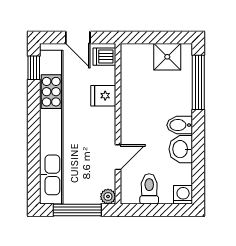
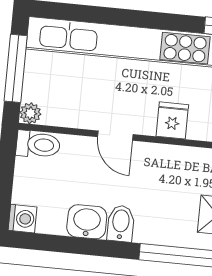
door: (118, 157) -> (115, 136), moved
toilet: (149, 189) -> (38, 145), moved

